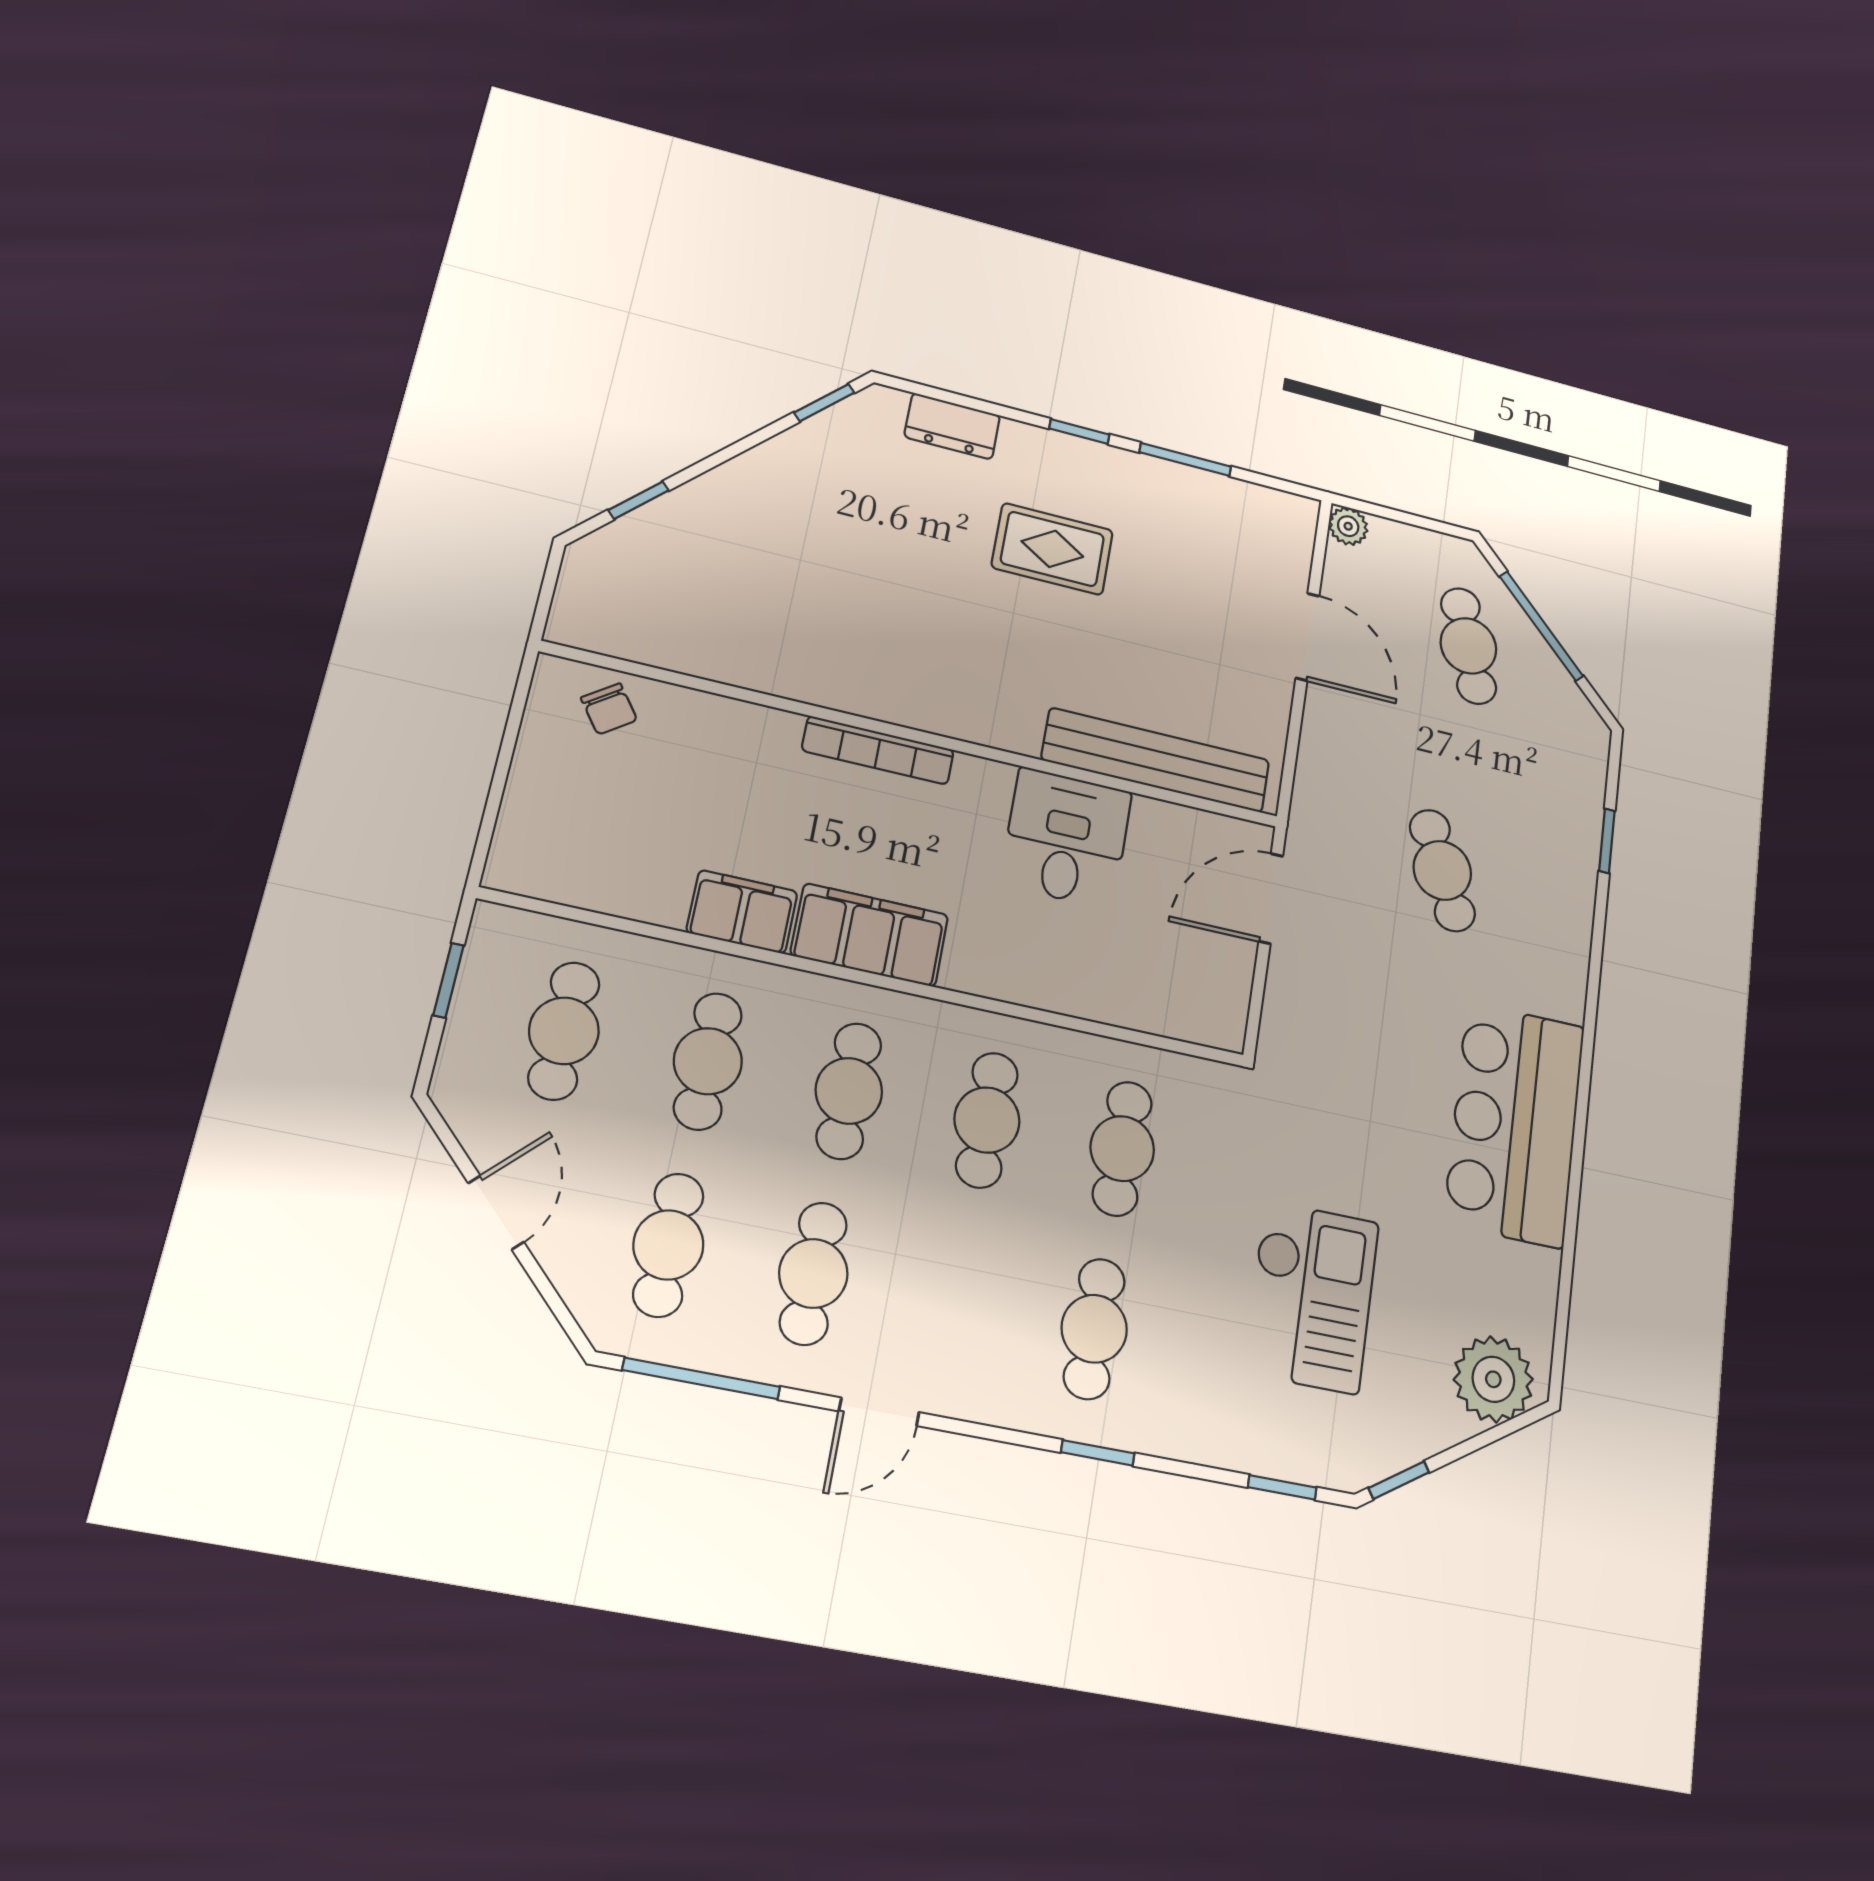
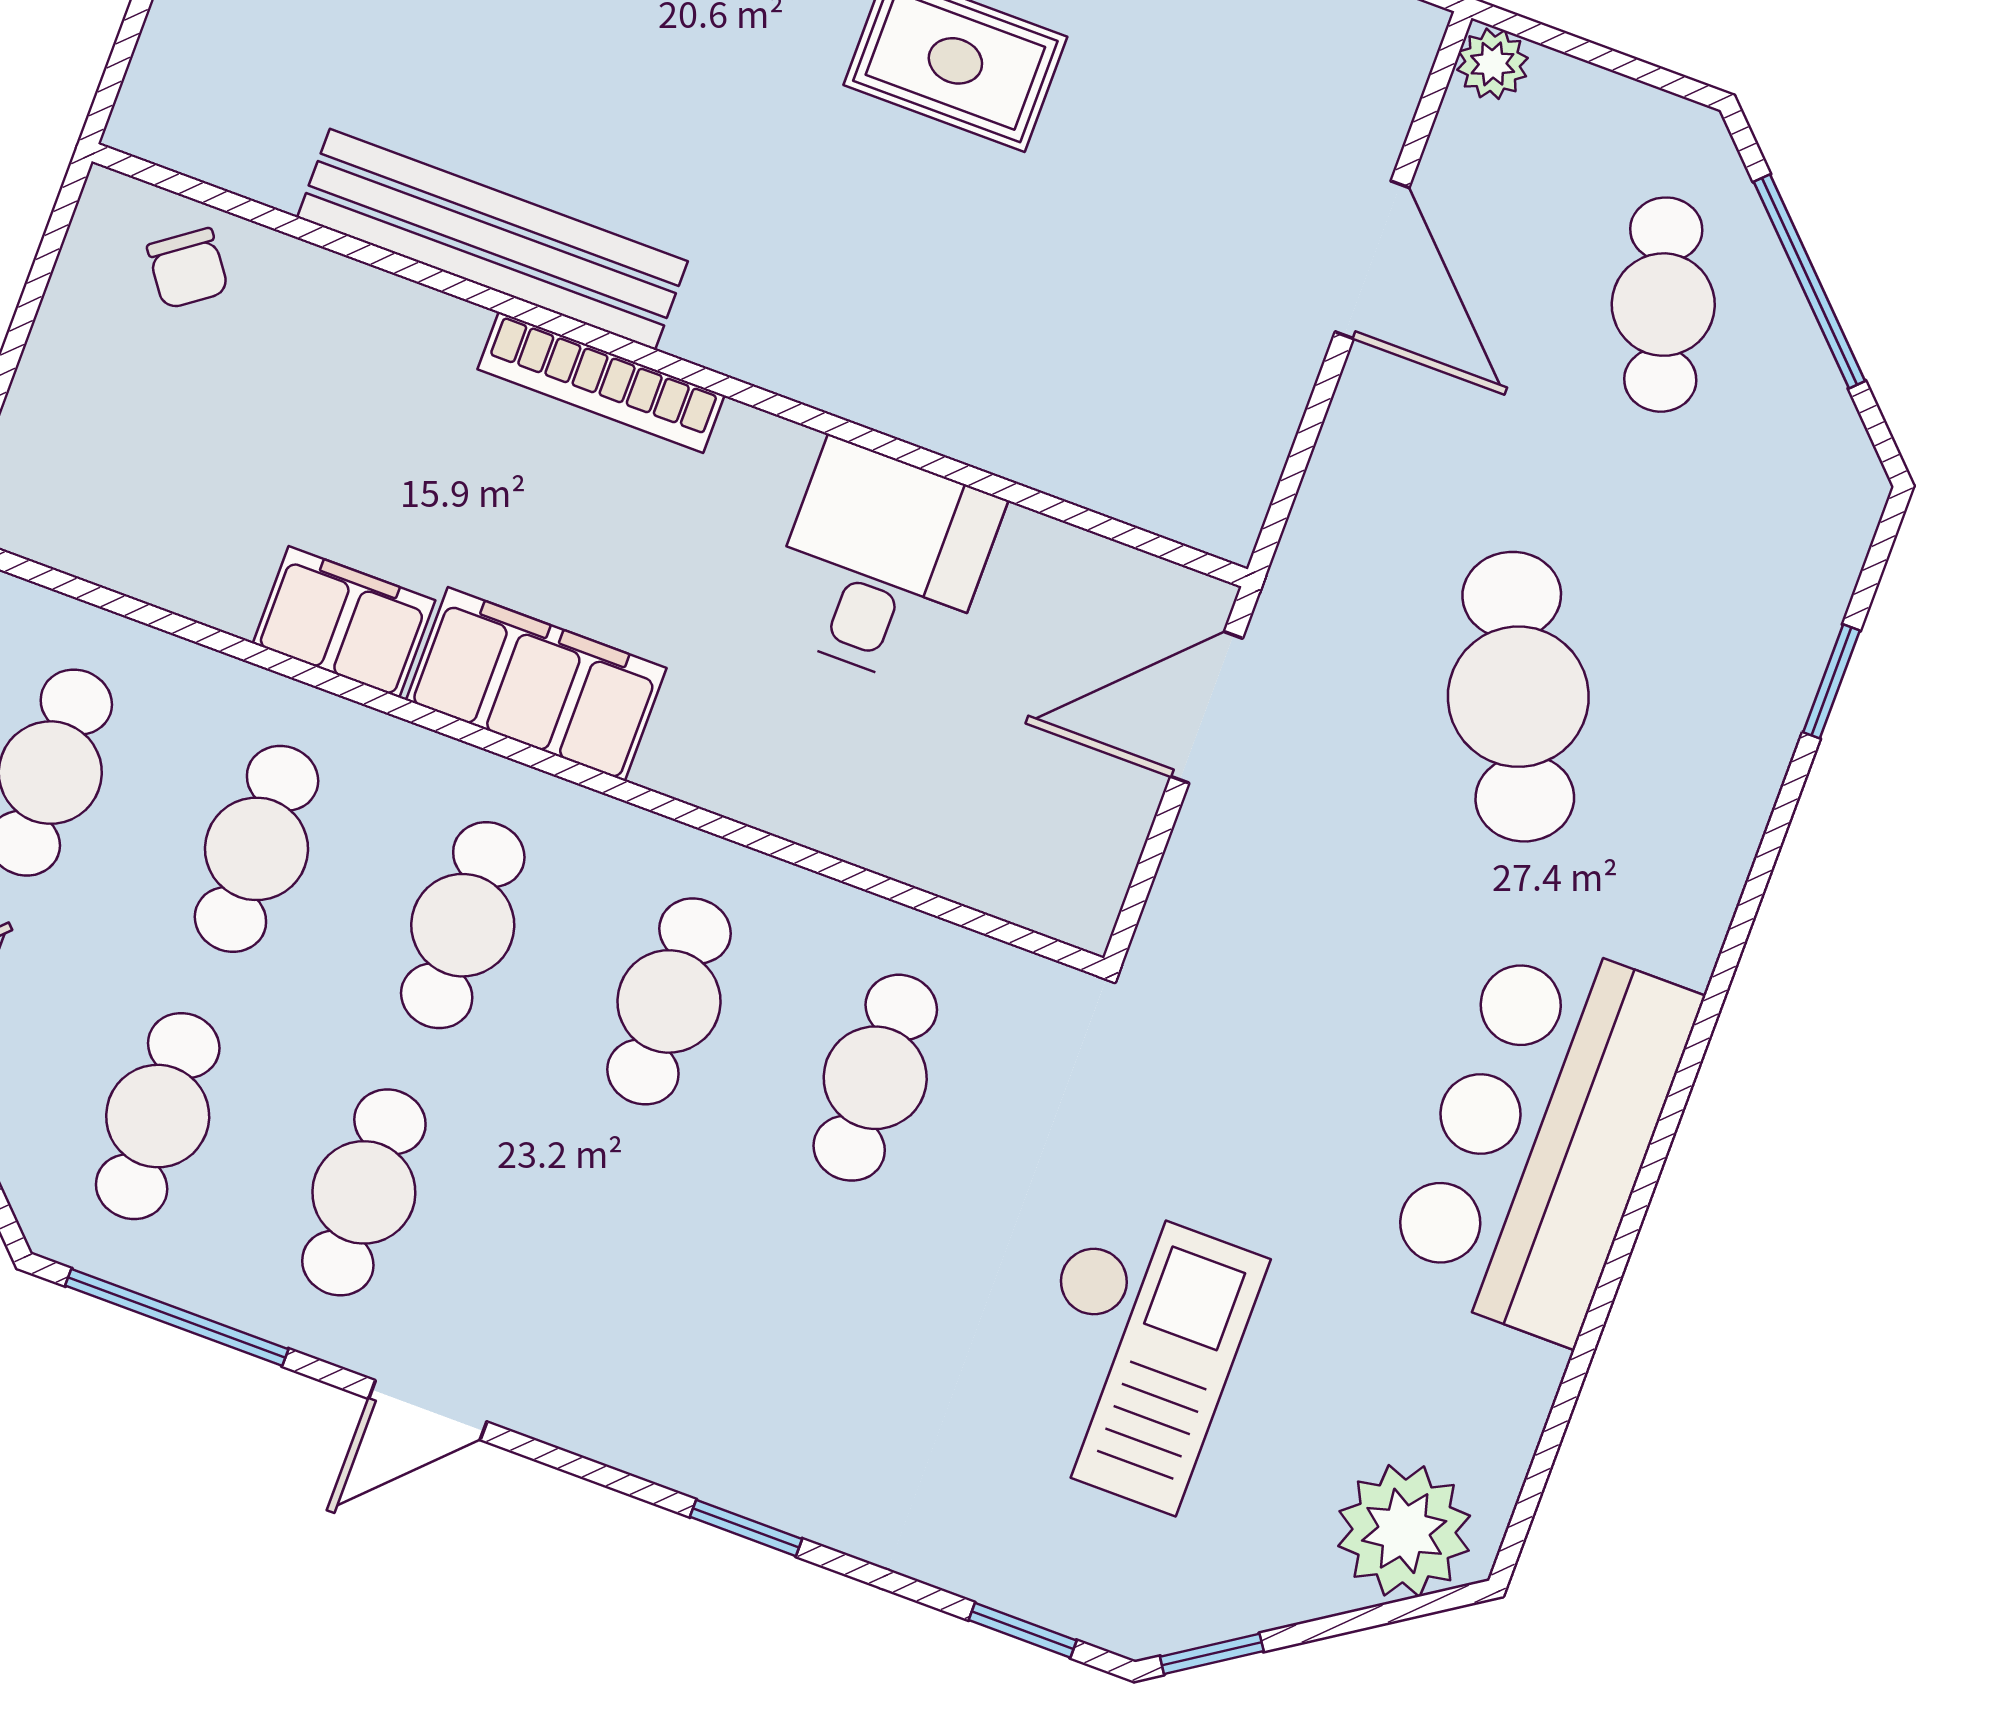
bench: (1156, 760) -> (492, 239), moved
cafe table: (1442, 870) -> (1518, 697), width x1.37, depth x1.35
cafe table: (1094, 1329) -> (776, 1345), removed

